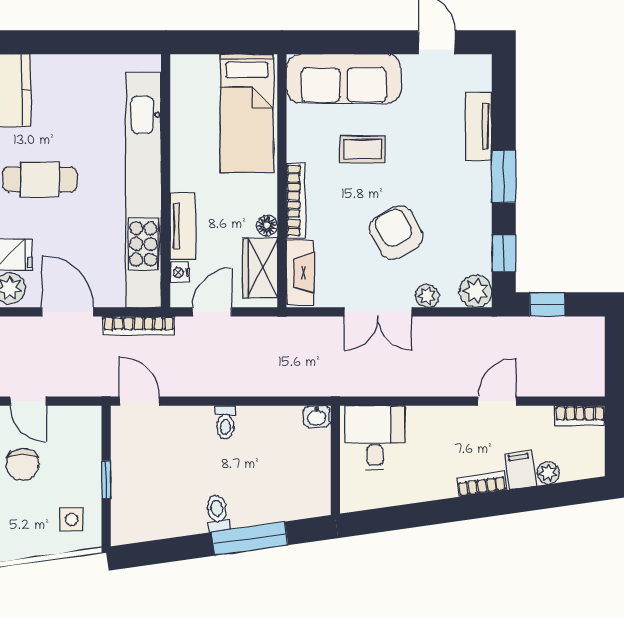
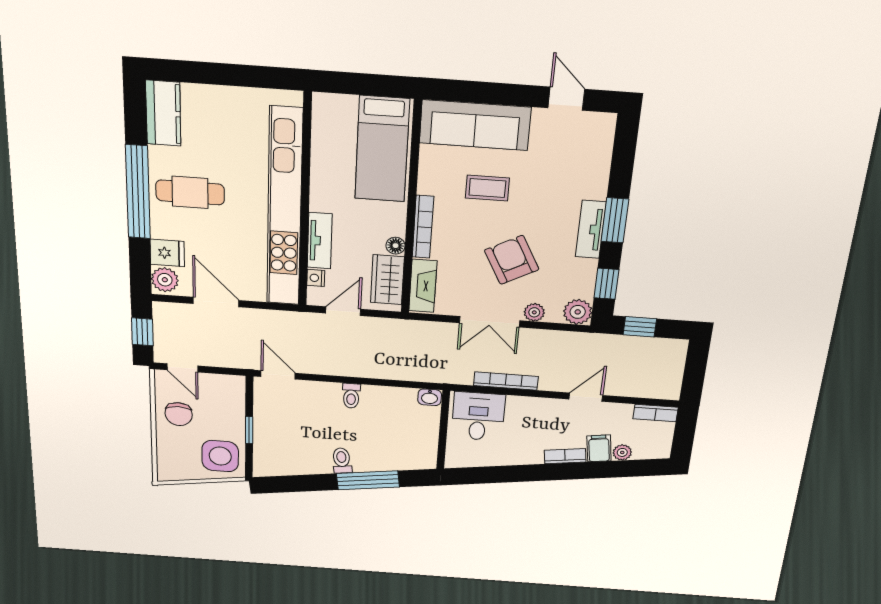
tv unit: (479, 127) -> (591, 229), moved
bookcase: (139, 326) -> (506, 381), moved, turned 180
side table: (72, 519) -> (220, 456), width x1.87, depth x1.87

